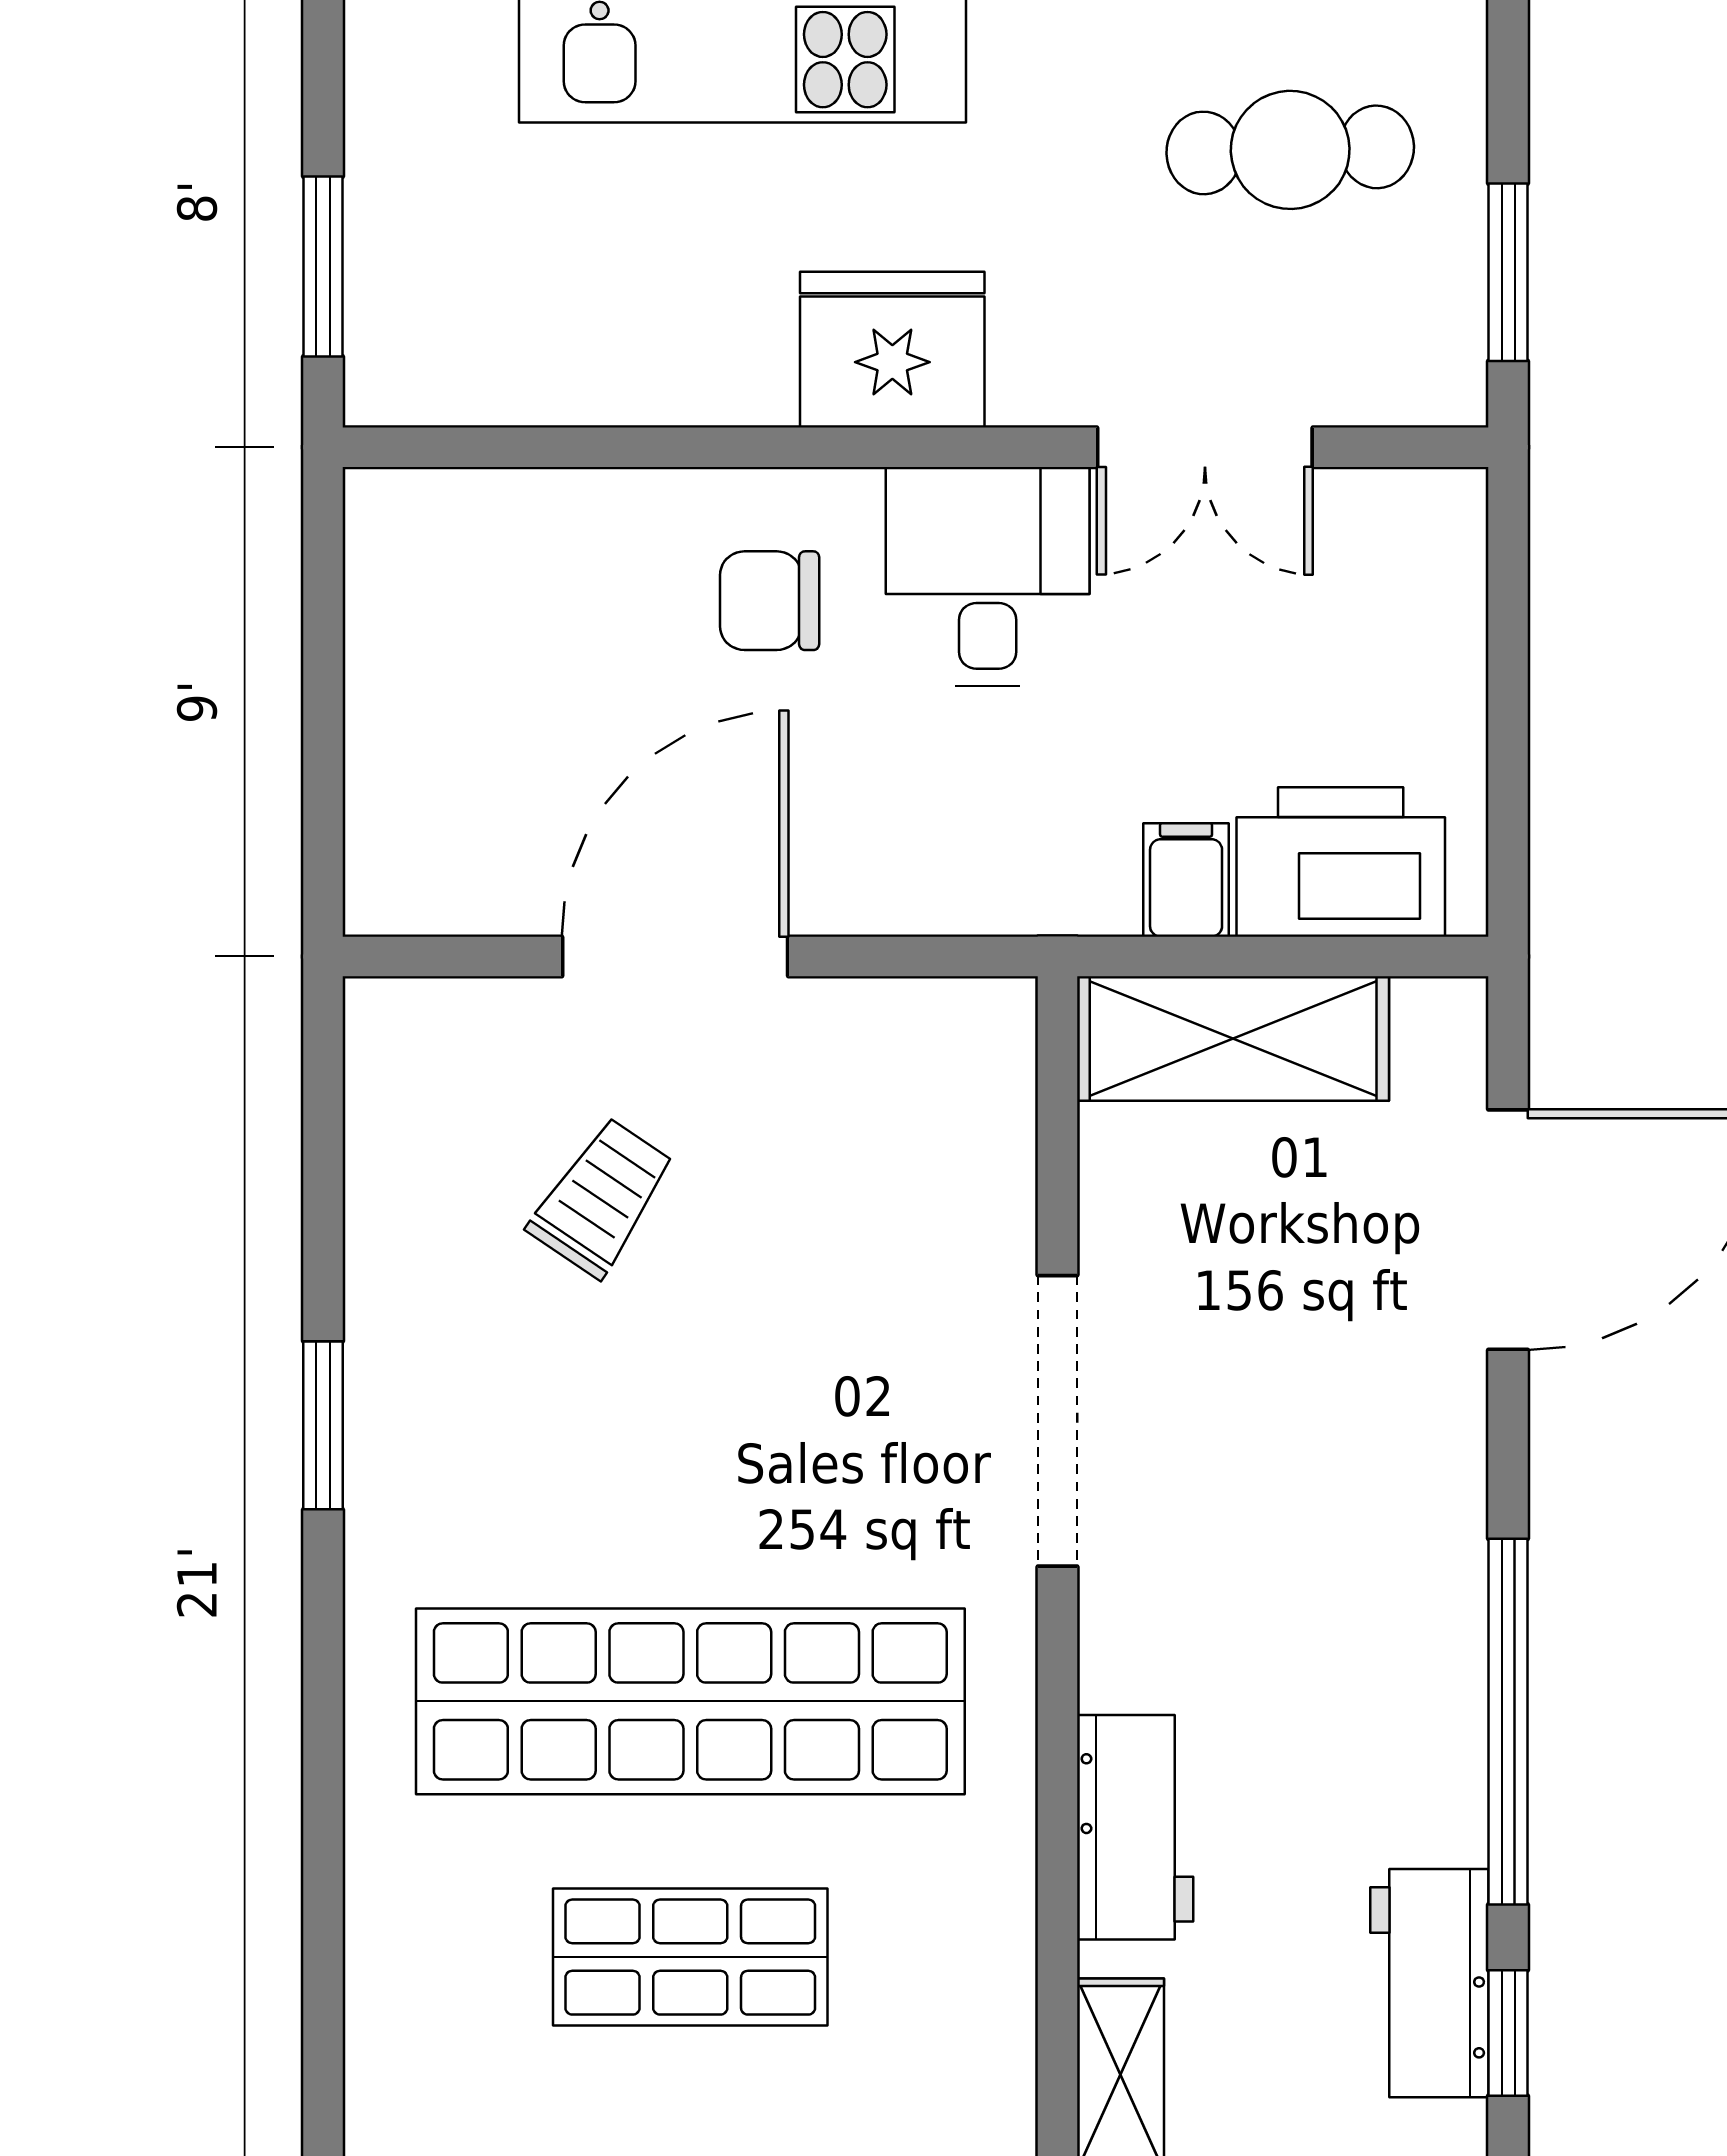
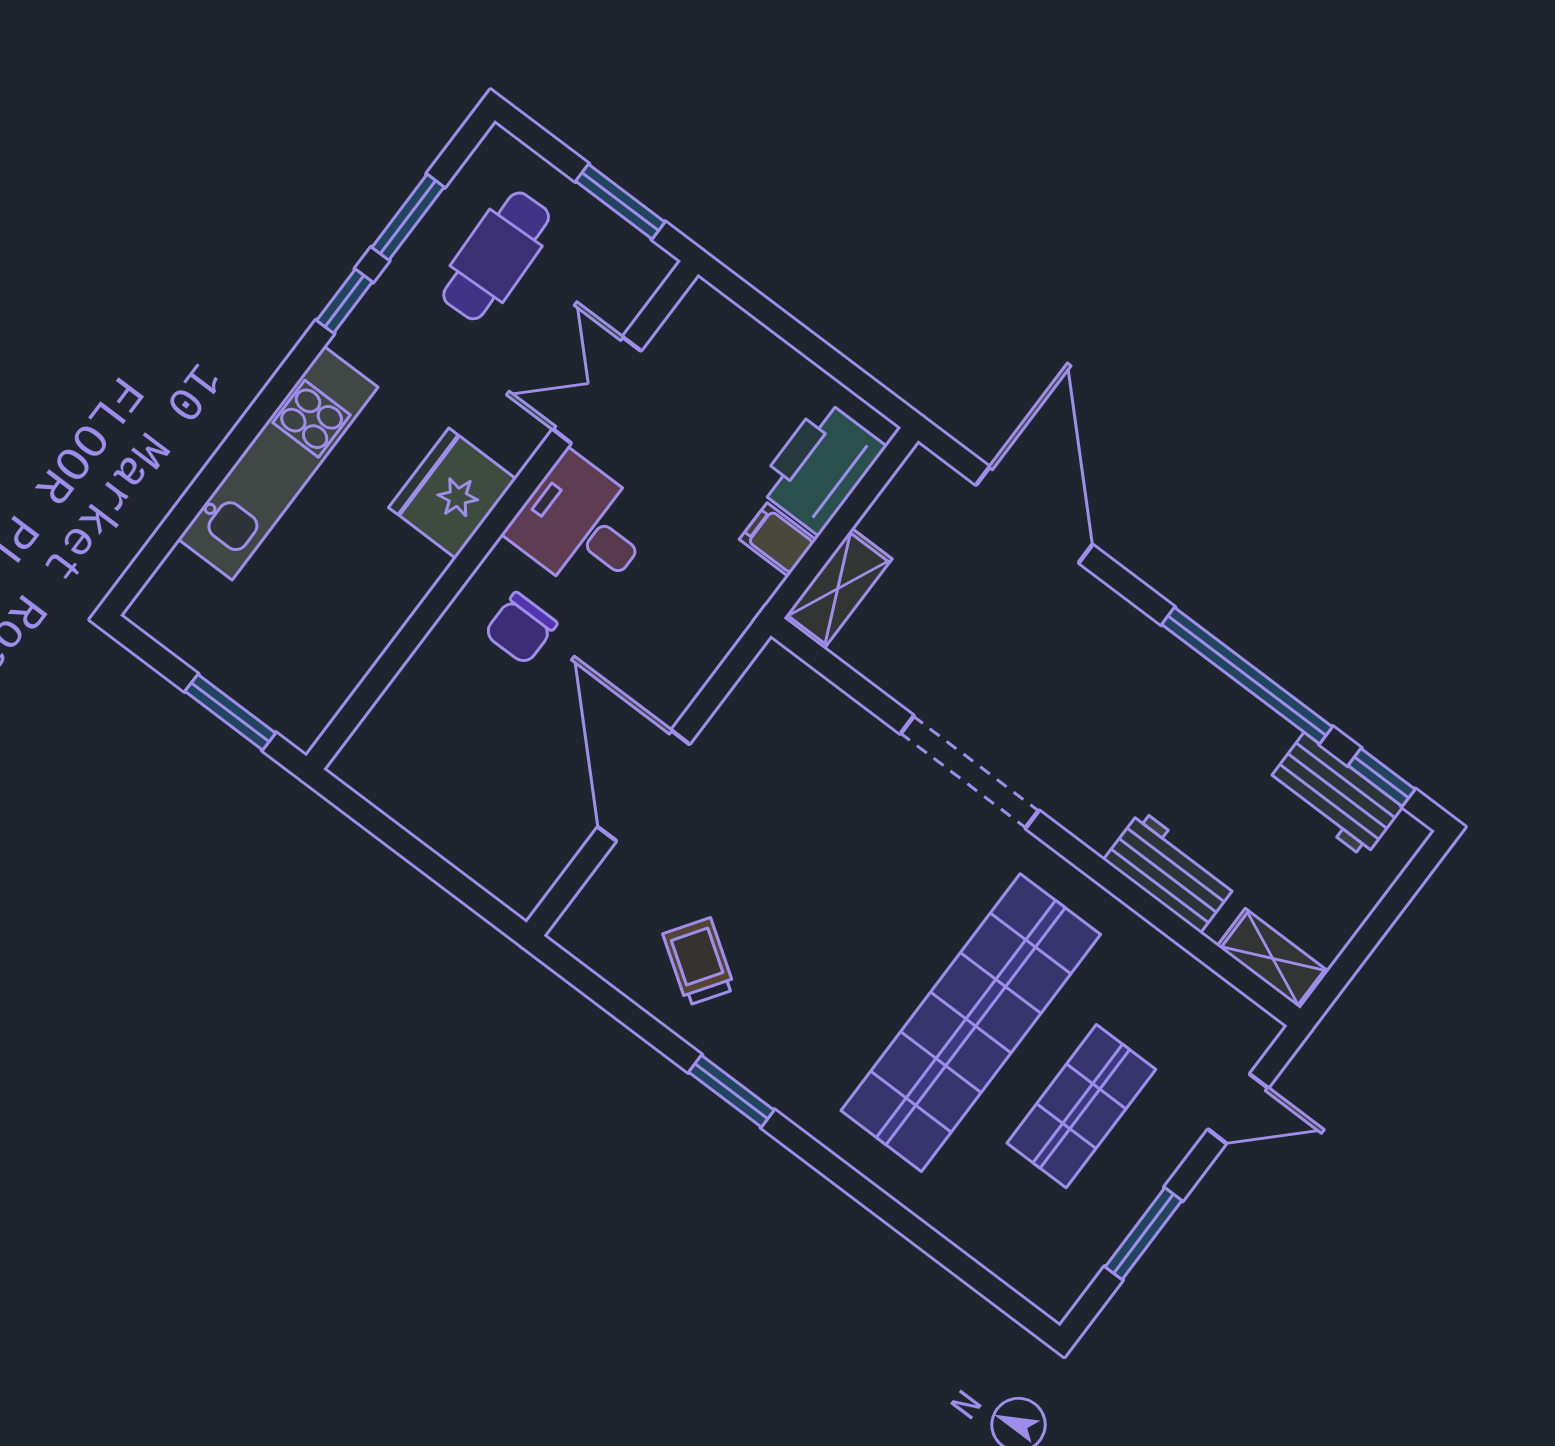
double door: (1205, 447) -> (597, 390), swing flipped
shelving: (1233, 1038) -> (838, 588), width x0.67, depth x0.75
trolley: (602, 1197) -> (699, 962), moved

